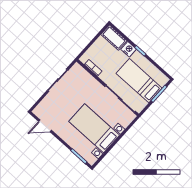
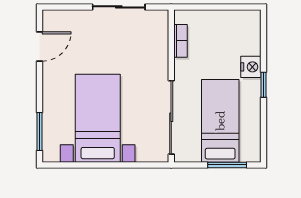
cot: (114, 38) -> (249, 32), removed
door: (45, 126) -> (40, 46), swing flipped

